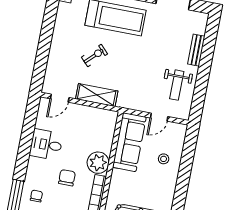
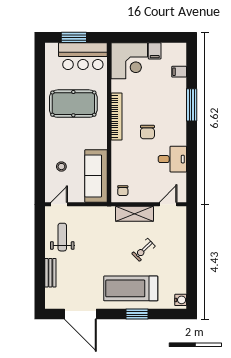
door: (159, 117) -> (59, 204), moved
plant: (98, 163) -> (121, 151), removed
chair: (36, 196) -> (123, 191), moved

